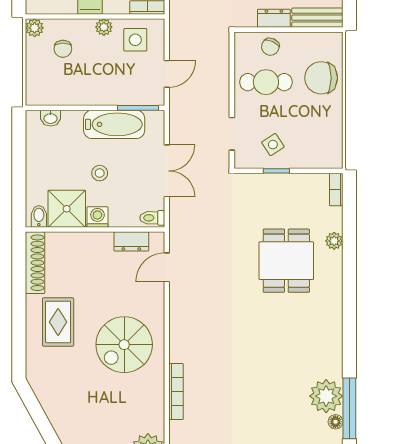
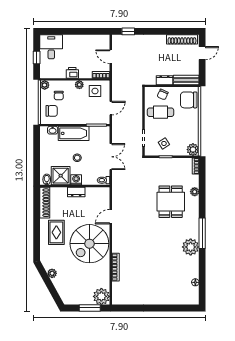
chair: (321, 78) -> (189, 100), moved
chair: (49, 79) -> (52, 111), added
bathtub: (114, 124) -> (74, 133), moved
plant: (331, 157) -> (193, 150), added
dresser: (131, 241) -> (76, 192), moved
door: (167, 267) -> (111, 217), moved
spiral stairs: (124, 345) -> (89, 244), width x1.37, depth x1.37
plant: (326, 396) -> (191, 247), moved
plant: (50, 404) -> (52, 273), added
window: (349, 408) -> (202, 233), moved

